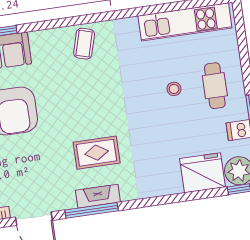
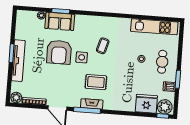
coffee table: (84, 44) -> (103, 46), moved
side table: (59, 111) -> (82, 57), added

